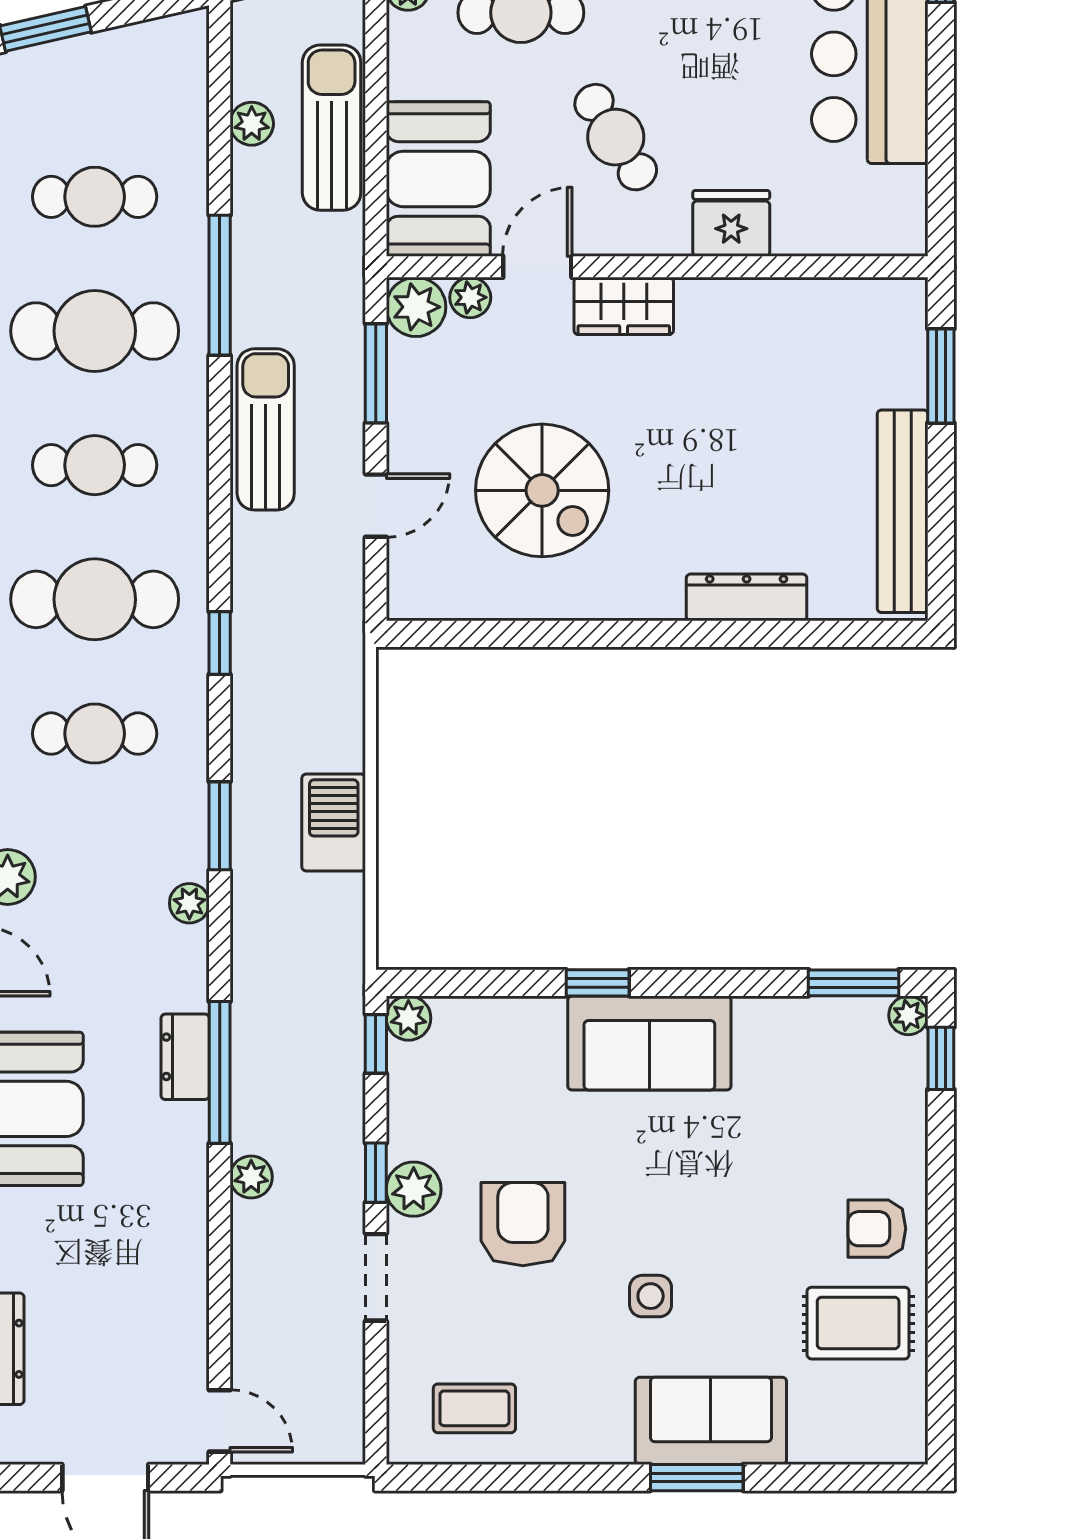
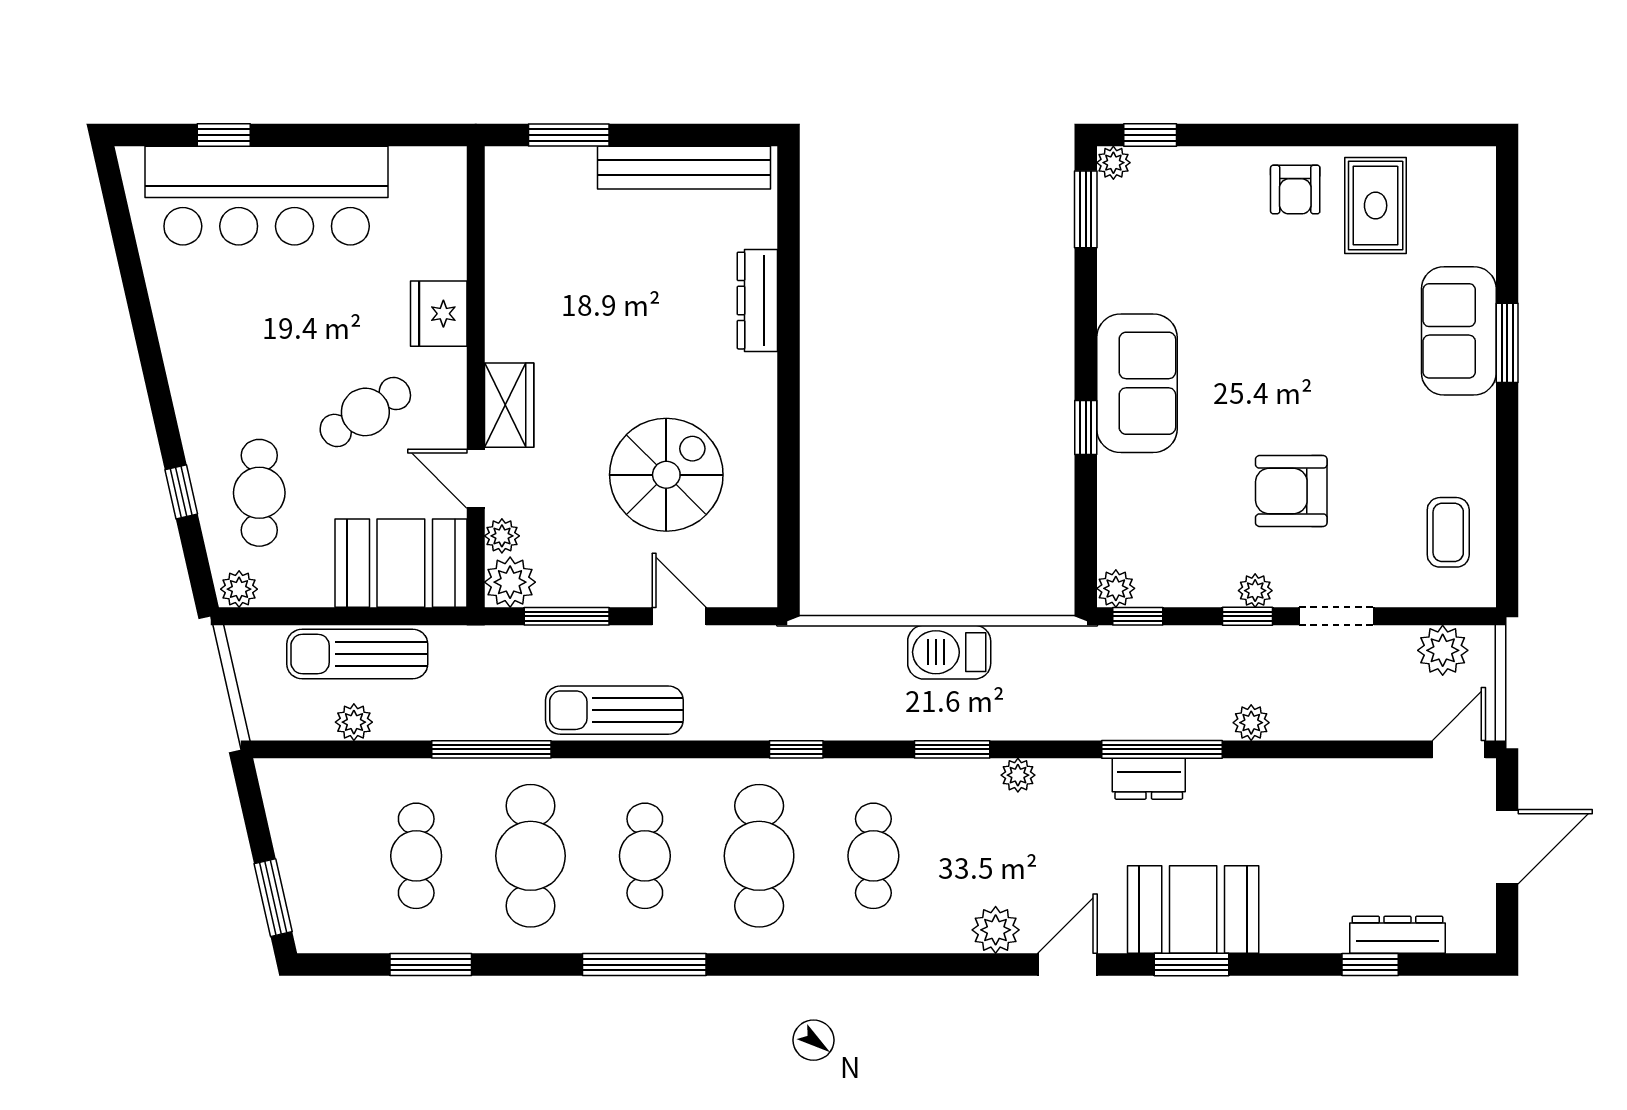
plant: (414, 1189) -> (1255, 591), width x0.73, depth x0.73
side table: (651, 1296) -> (1353, 382), removed
plant: (336, 1402) -> (1443, 650), added

